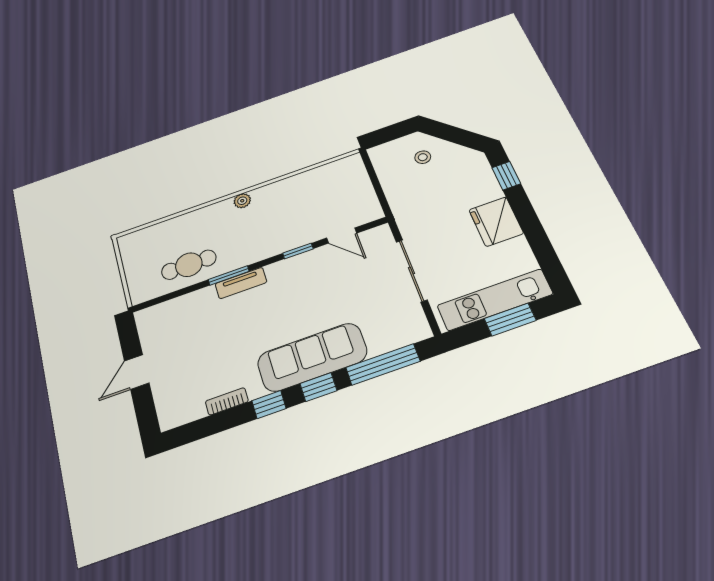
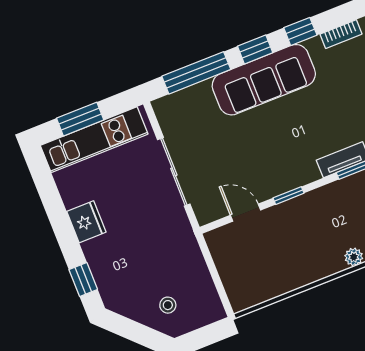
fridge: (496, 222) -> (86, 222), width x0.73, depth x0.75

